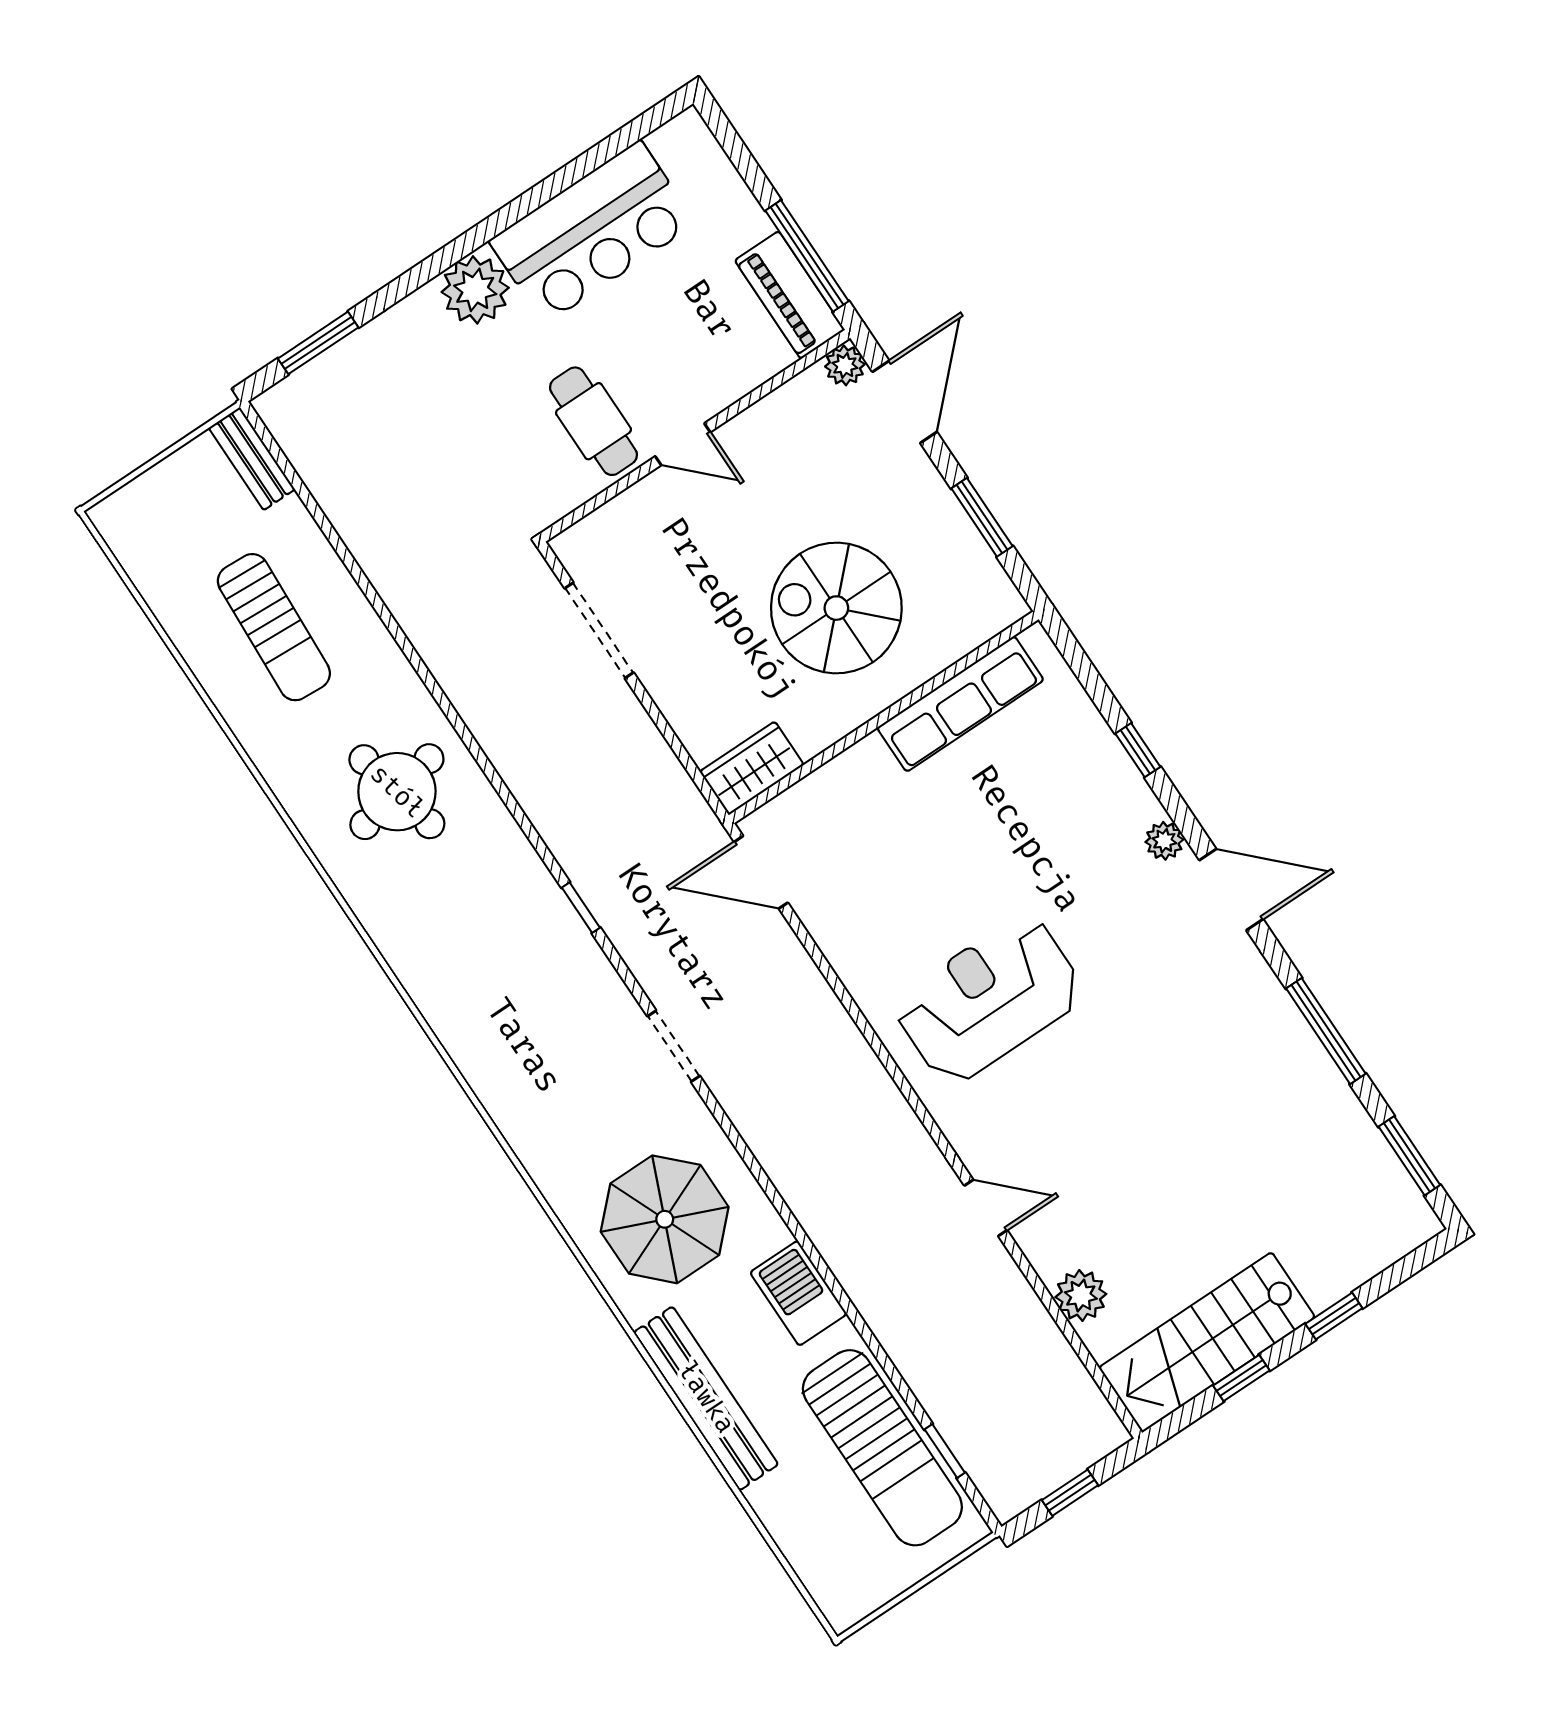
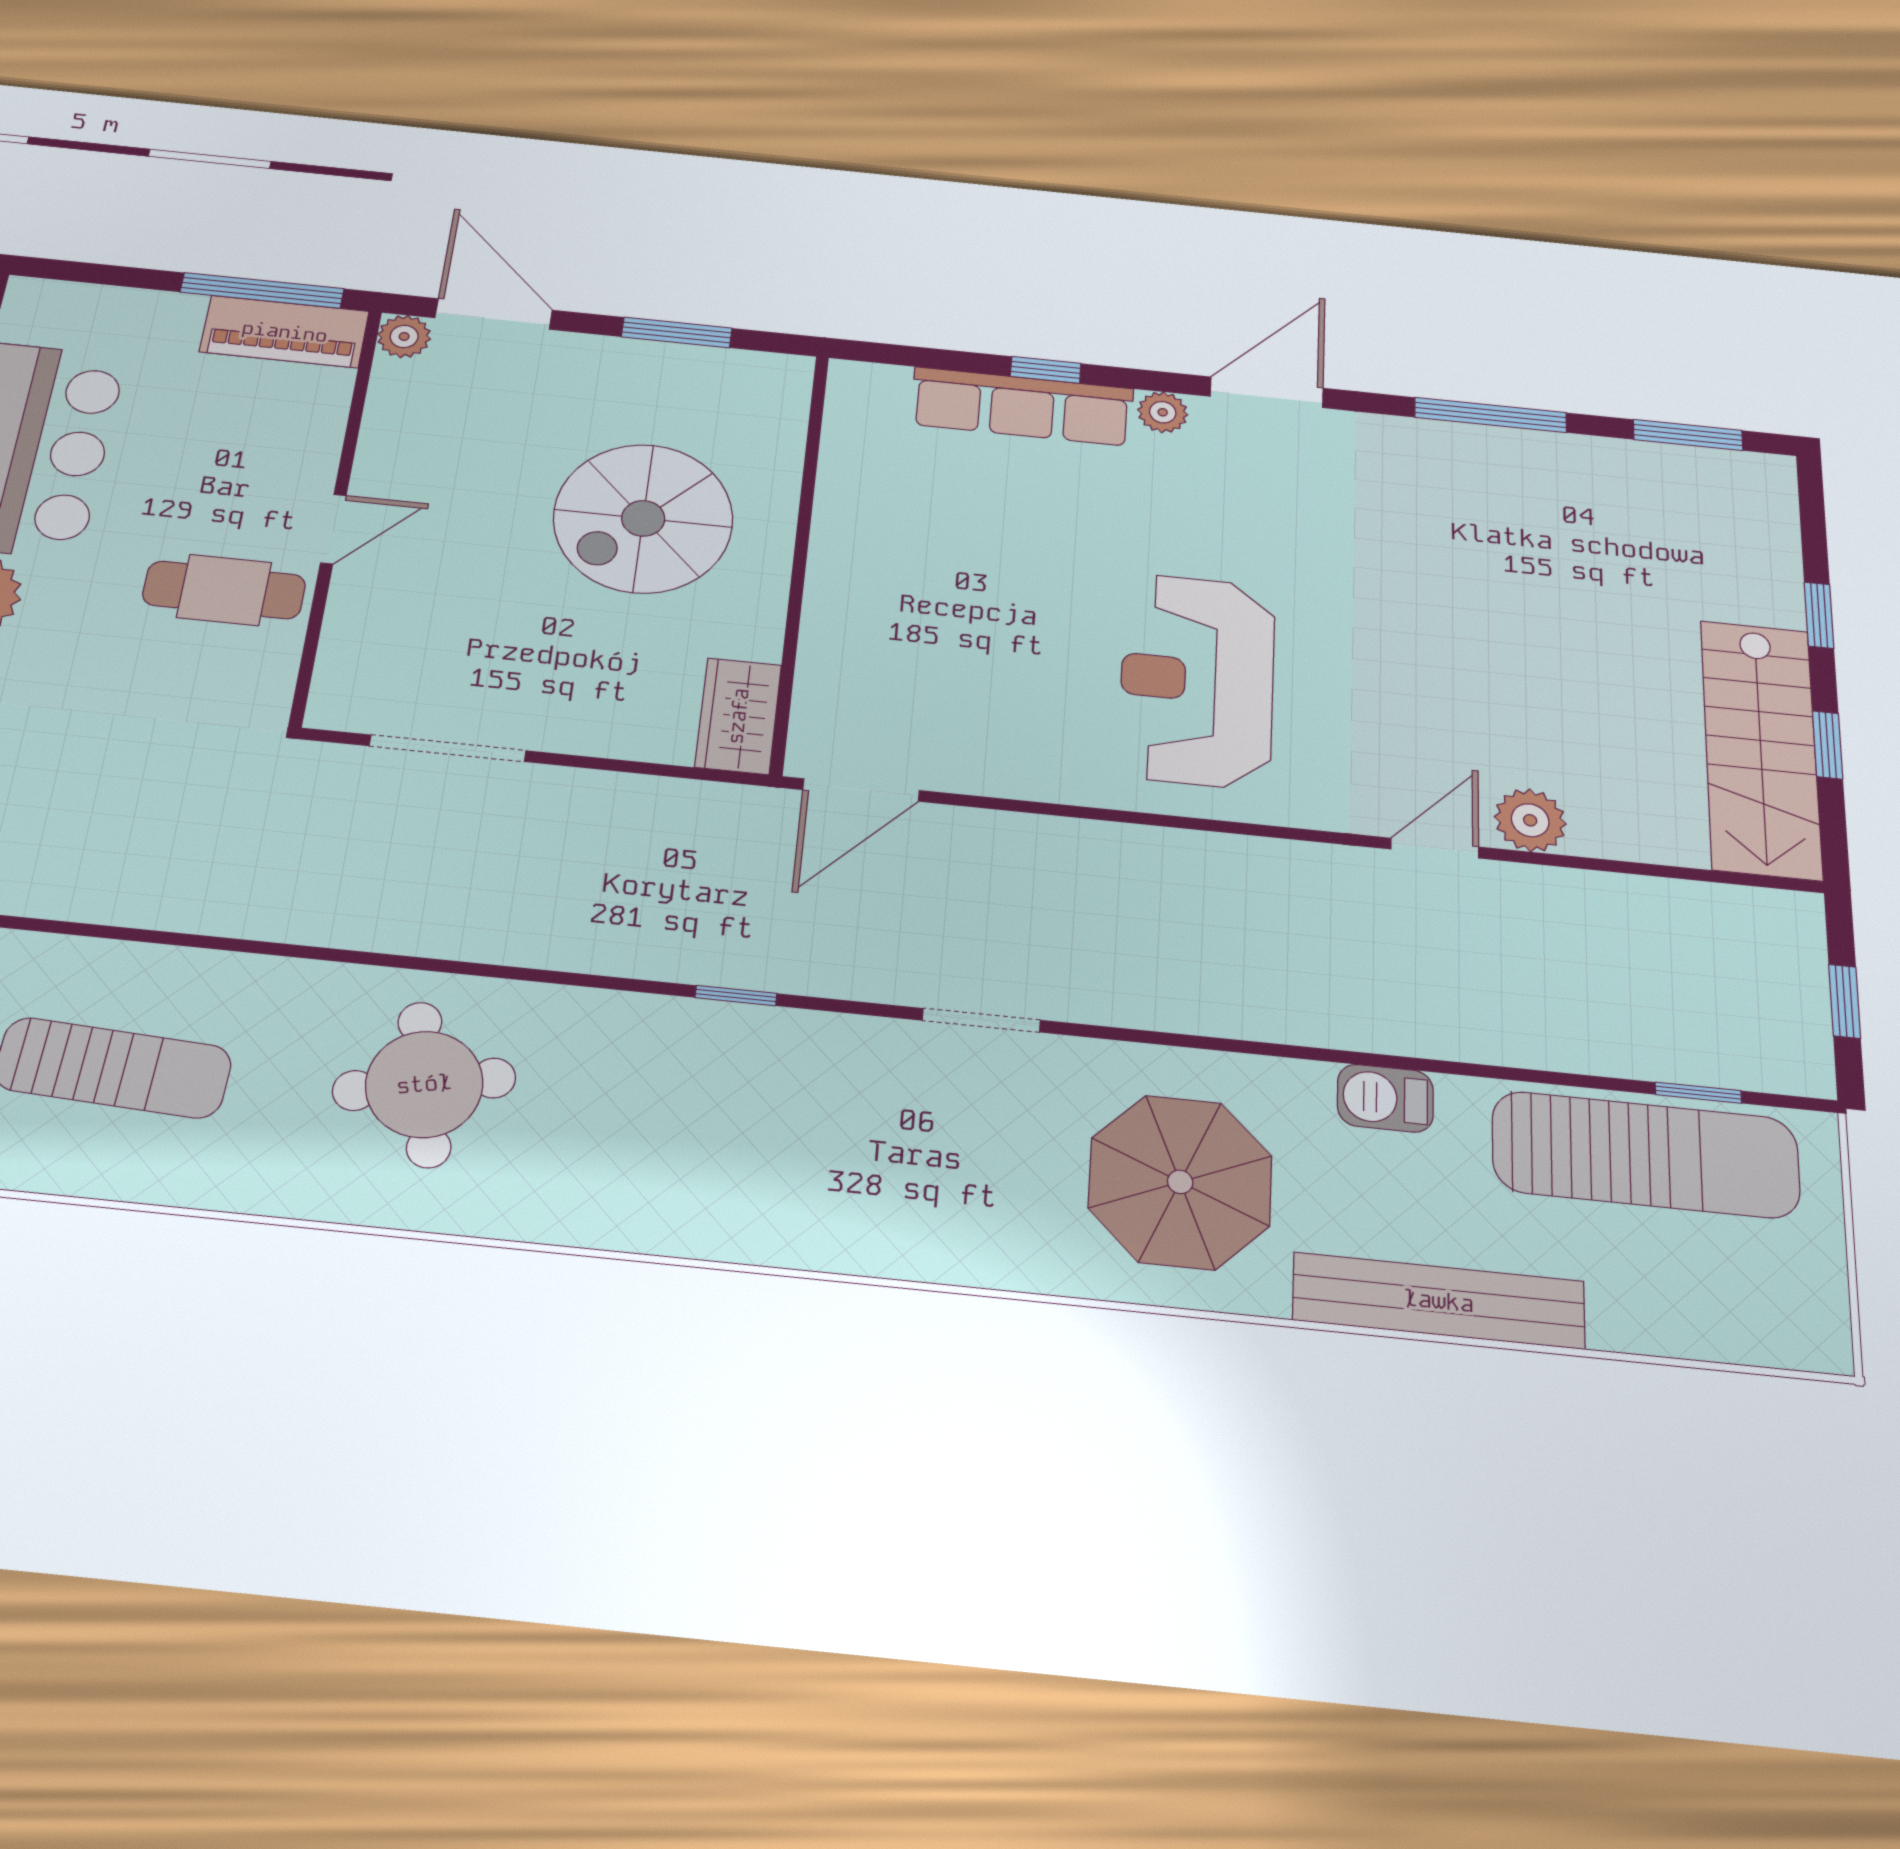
row of seats: (960, 704) -> (1022, 406), moved, turned 90
barbecue: (798, 1293) -> (1385, 1098), width x0.73, depth x0.79
plant: (1081, 1296) -> (1530, 820), moved

